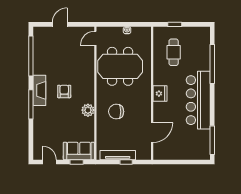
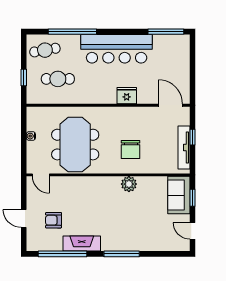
cafe table: (197, 42) -> (45, 50), added
fireplace: (39, 90) -> (82, 244), moved
armchair: (64, 91) -> (54, 220), moved
fridge: (160, 94) -> (127, 96), moved
door: (152, 132) -> (170, 105), moved
door: (50, 162) -> (192, 231), hinge flipped

